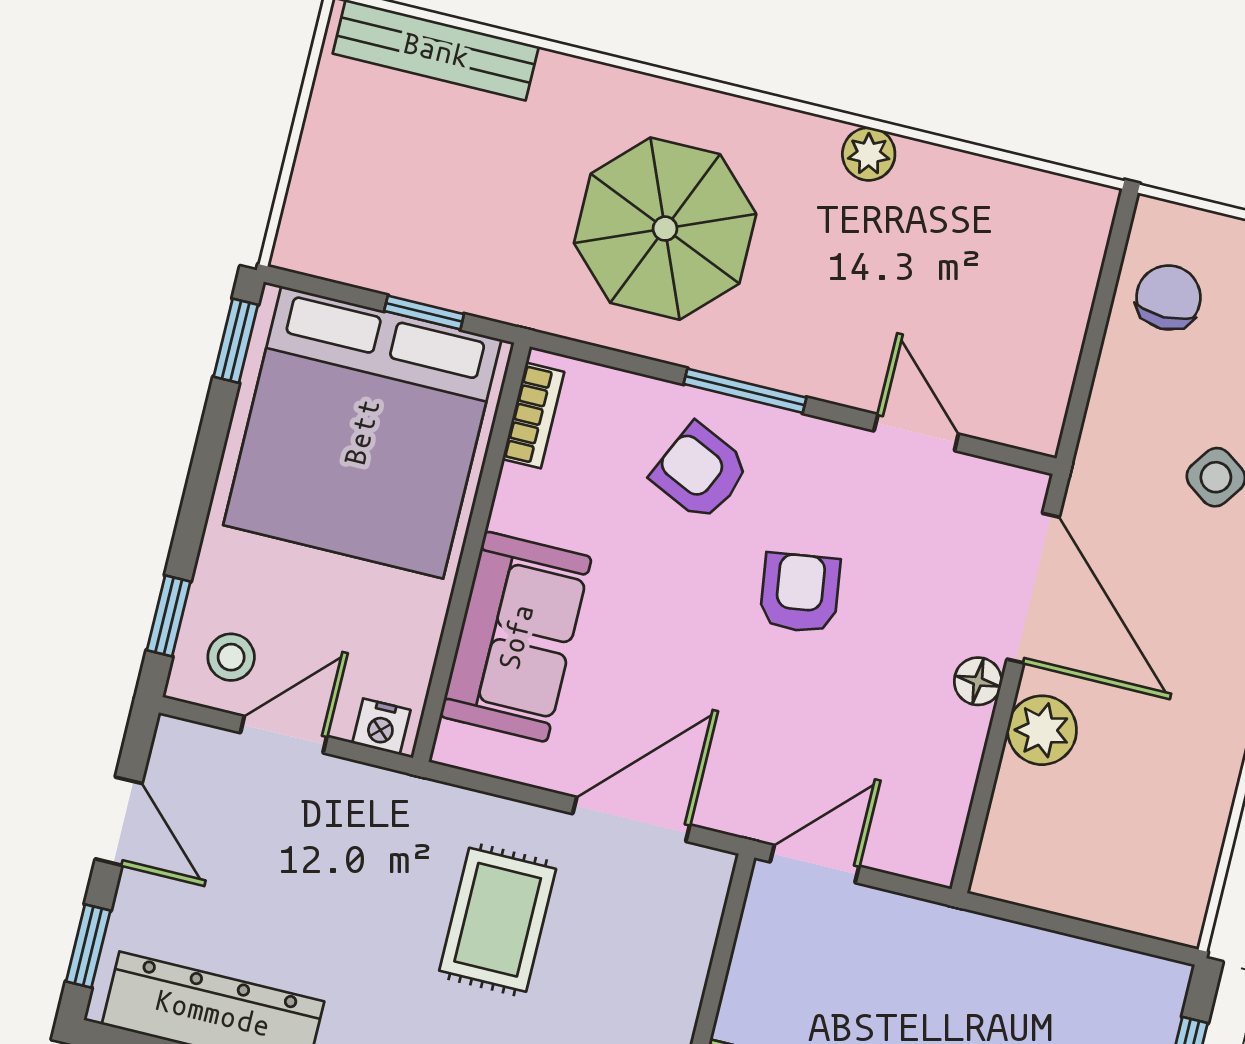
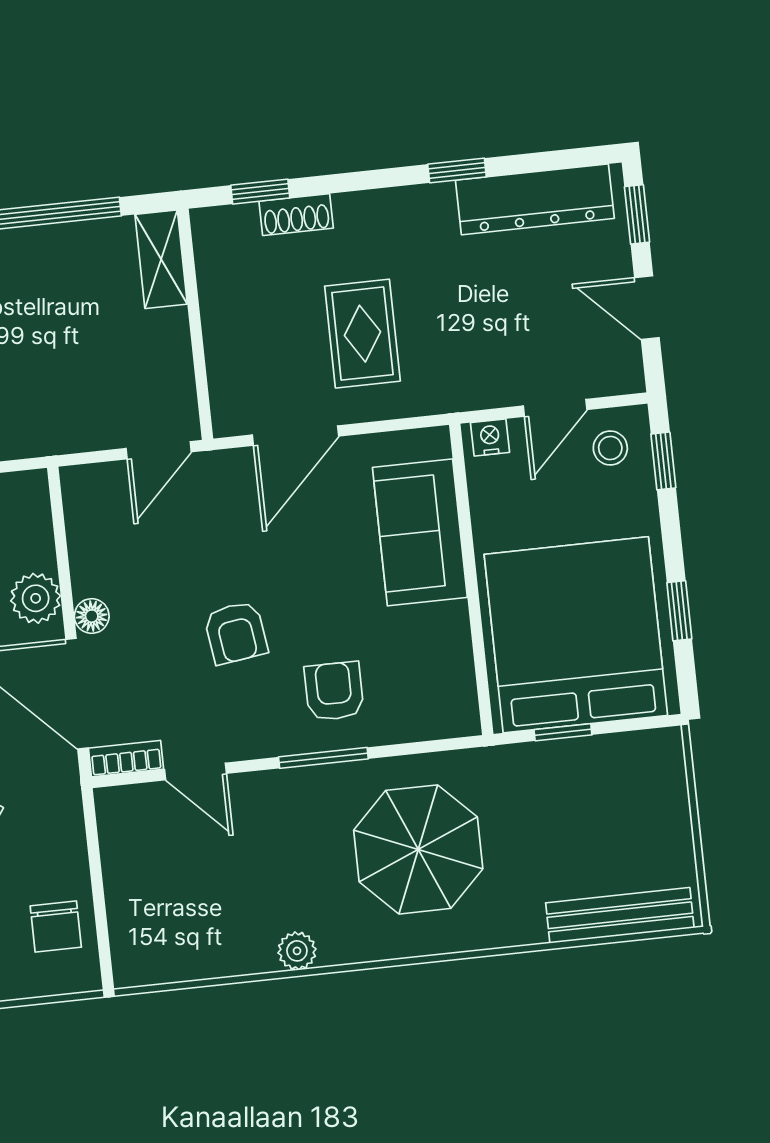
window: (236, 341) -> (679, 611), moved
bookcase: (533, 415) -> (126, 759), moved, turned 90
armchair: (700, 472) -> (334, 691), turned -115

